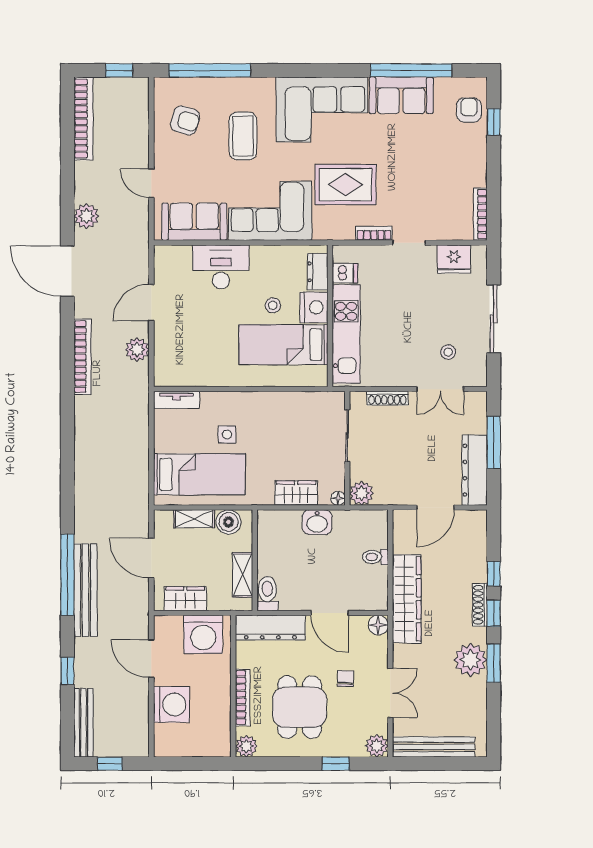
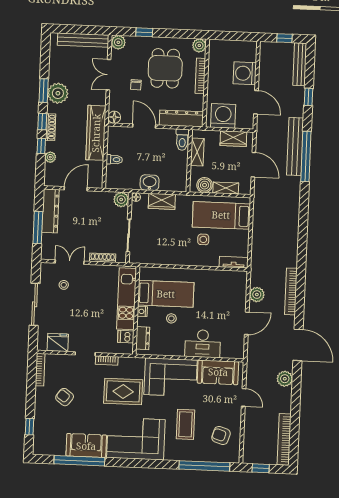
armchair: (469, 110) -> (65, 397), moved, turned 127
nightstand: (314, 307) -> (142, 311), width x0.53, depth x0.56
plant: (478, 556) -> (50, 157), added

